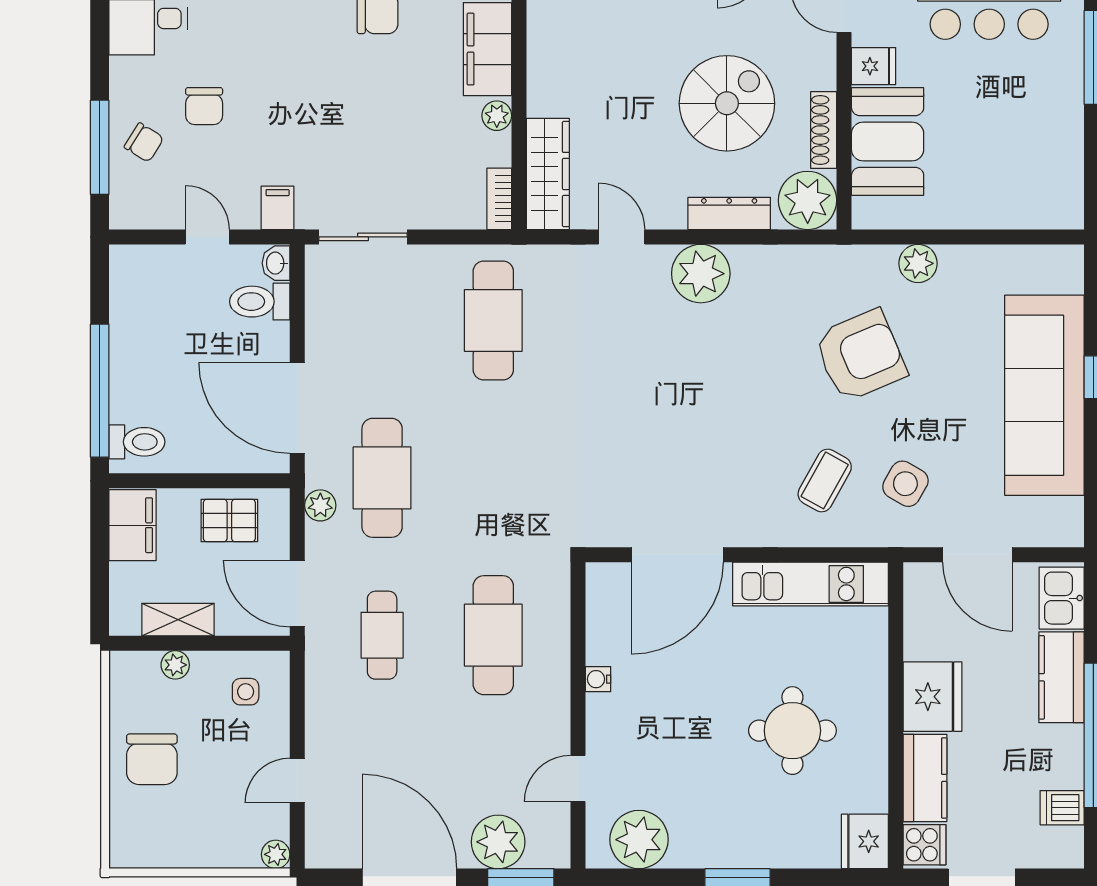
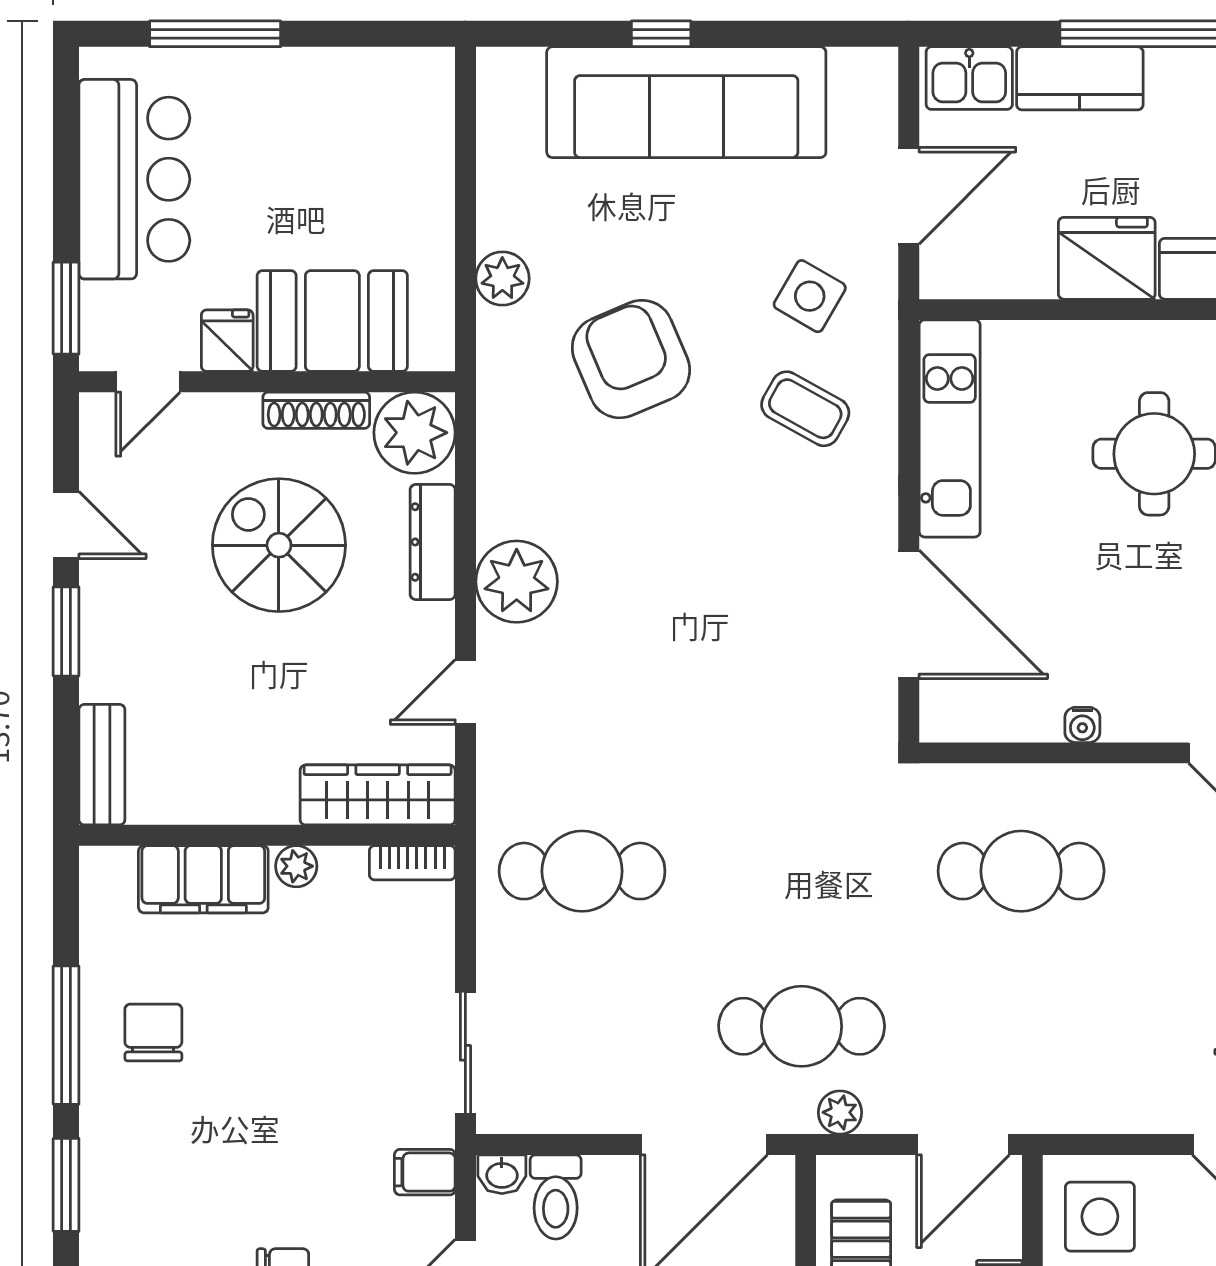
cafe table: (382, 635) -> (1021, 1026), removed
side table: (246, 692) -> (1100, 1217), width x1.87, depth x1.87

